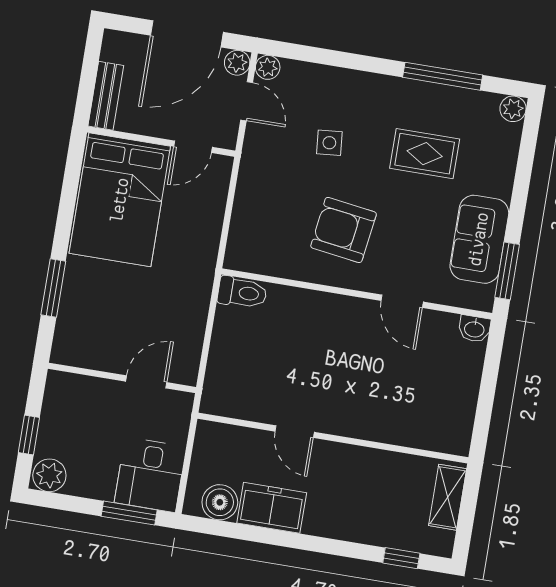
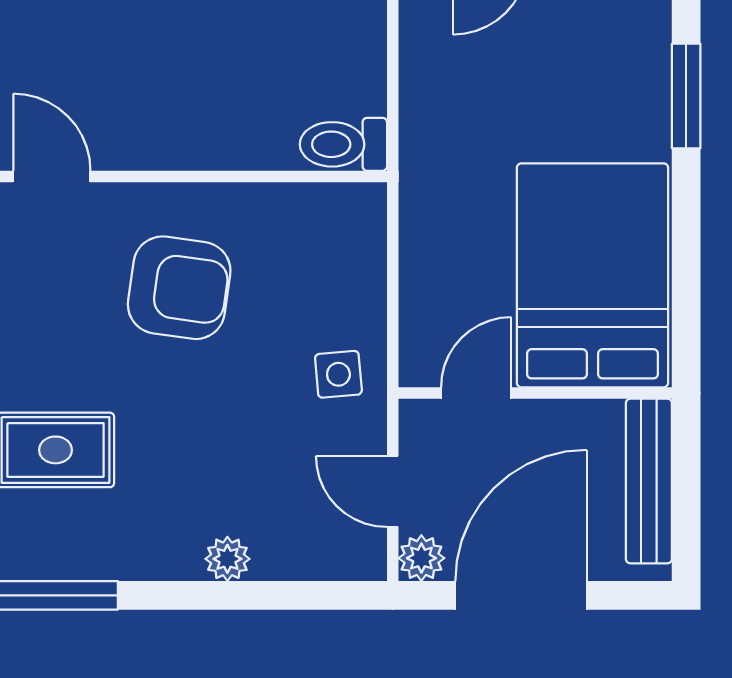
plant: (268, 67) -> (227, 559), moved
bench: (106, 96) -> (649, 481), width x1.36
side table: (329, 143) -> (338, 374), moved

